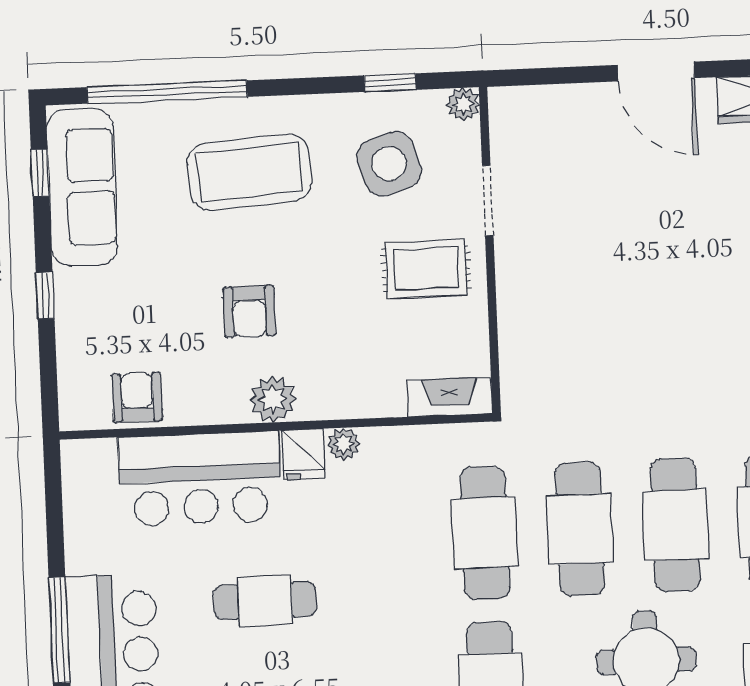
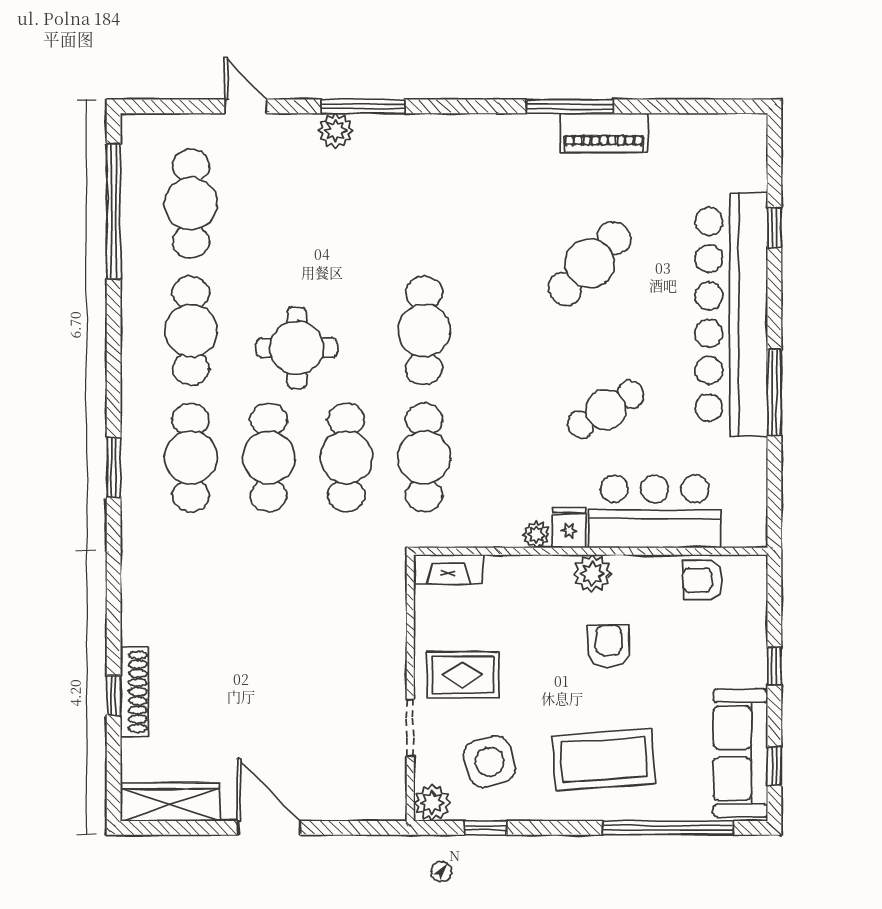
plant: (463, 104) -> (432, 803), width x1.38, depth x1.38
armchair: (137, 397) -> (703, 580), turned 90
cafe table: (265, 601) -> (606, 410), turned -31

